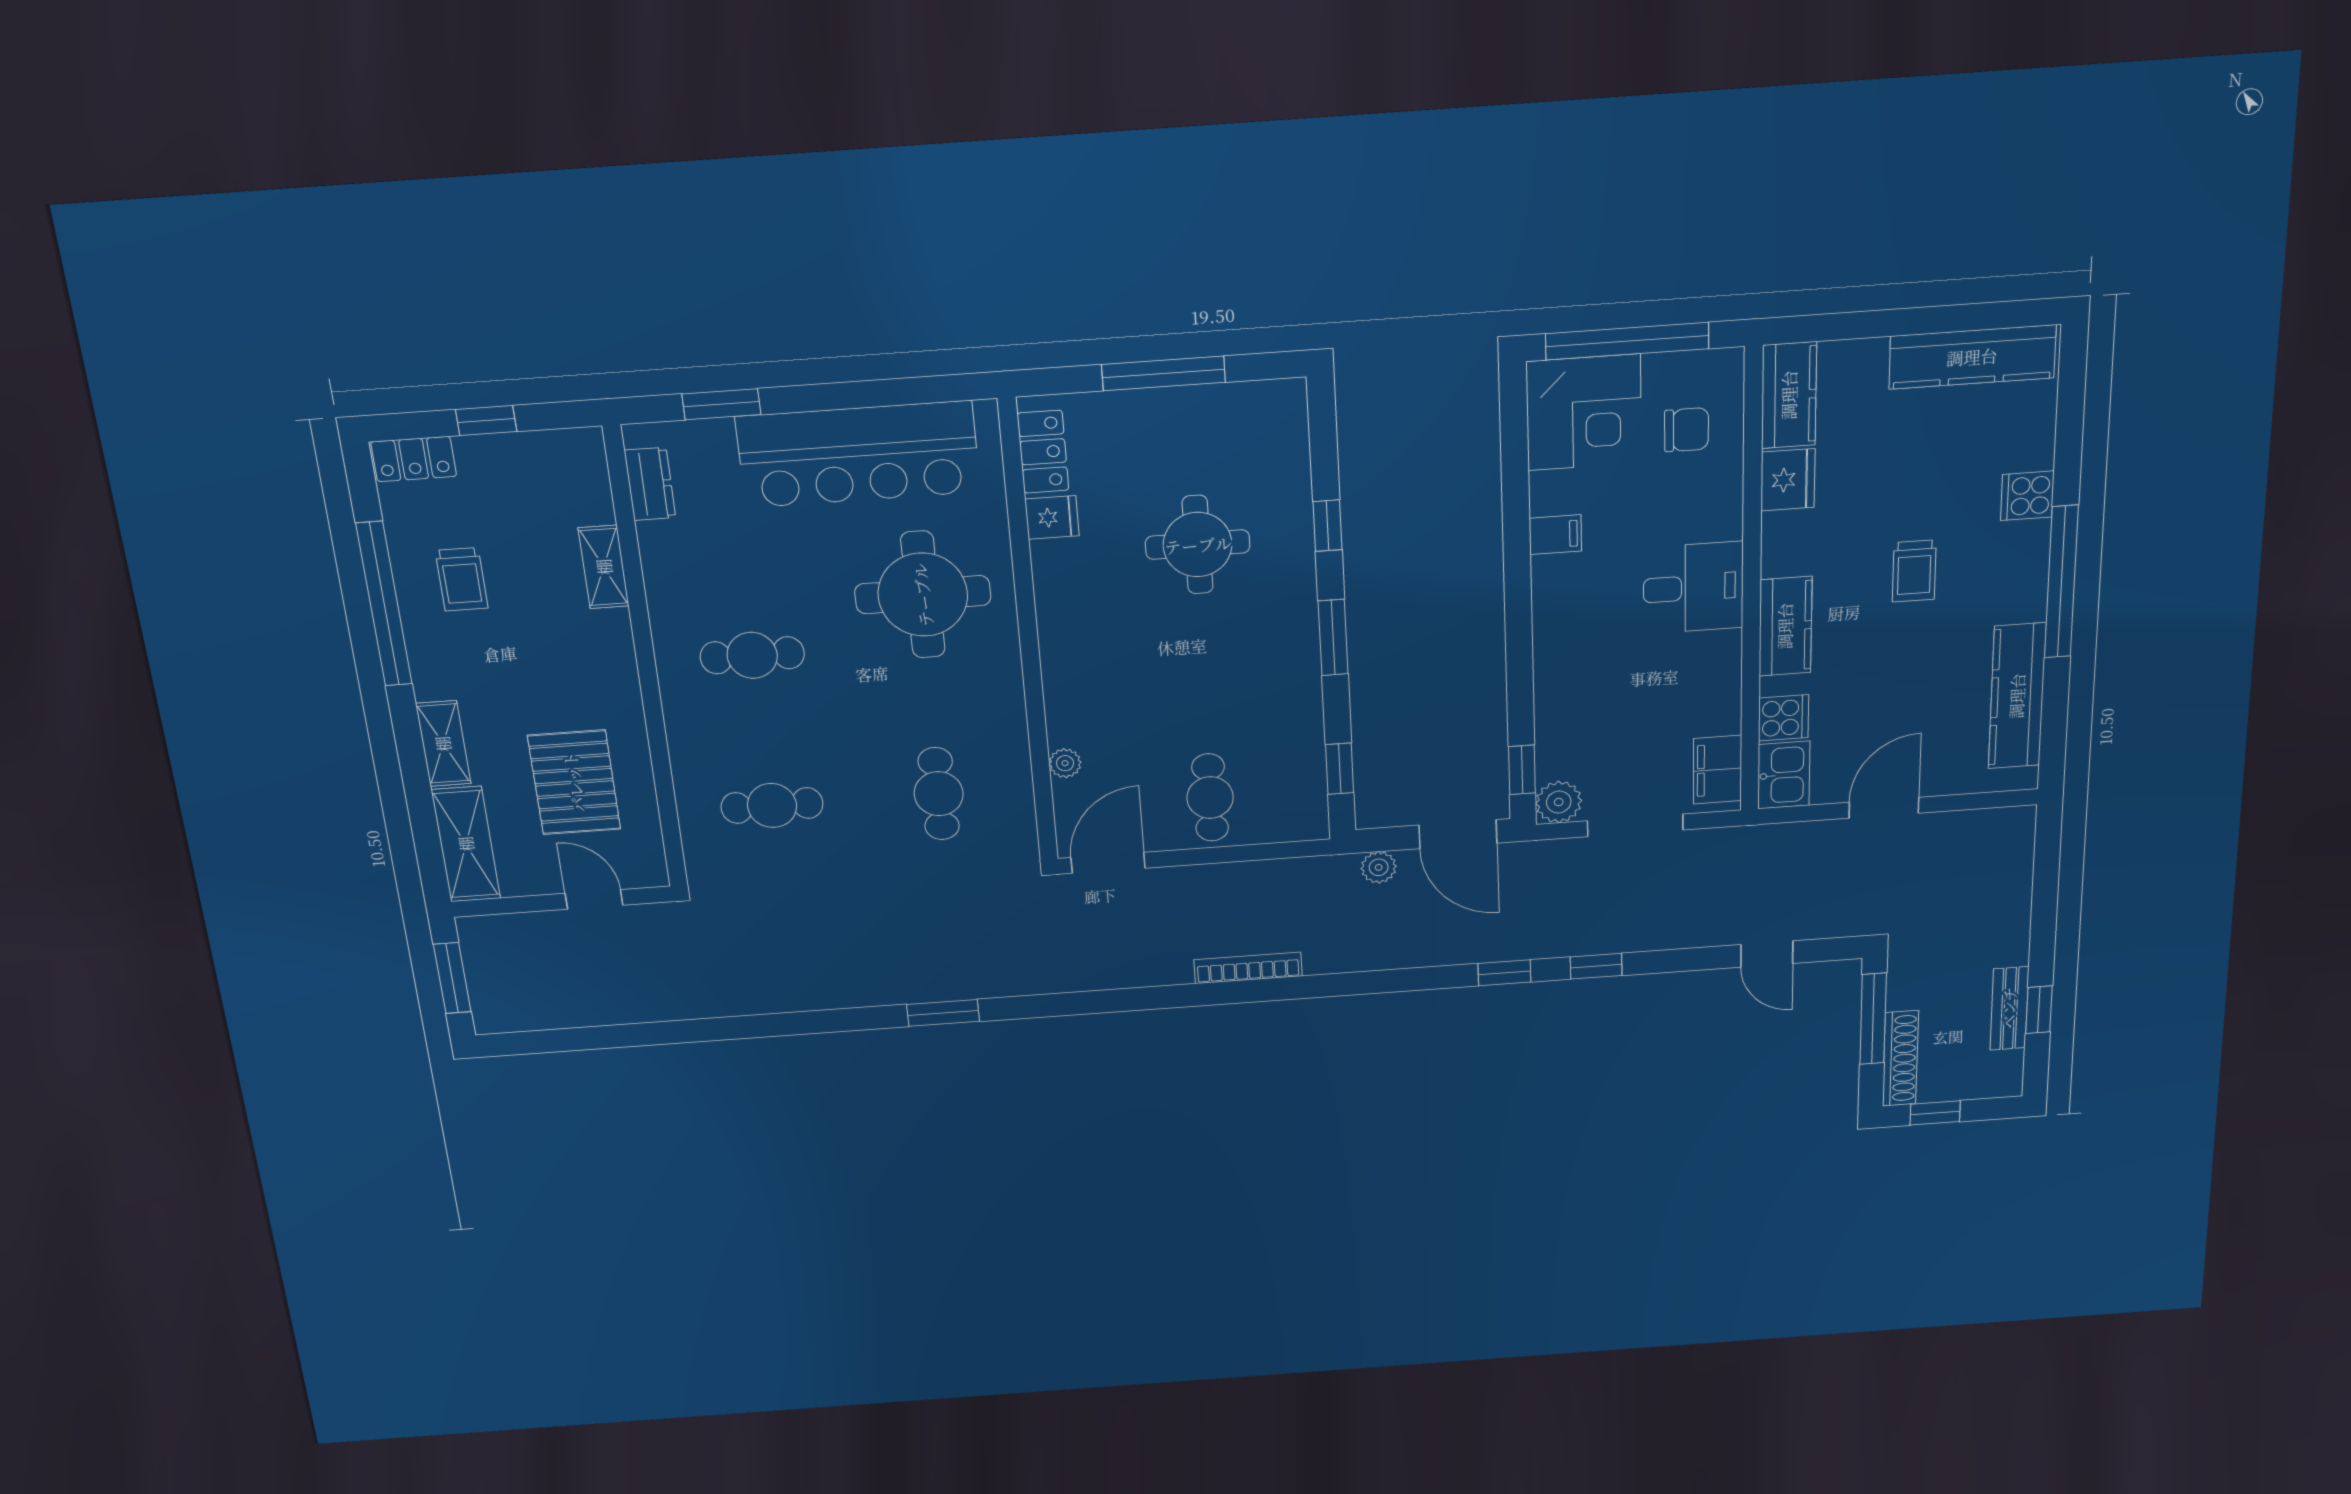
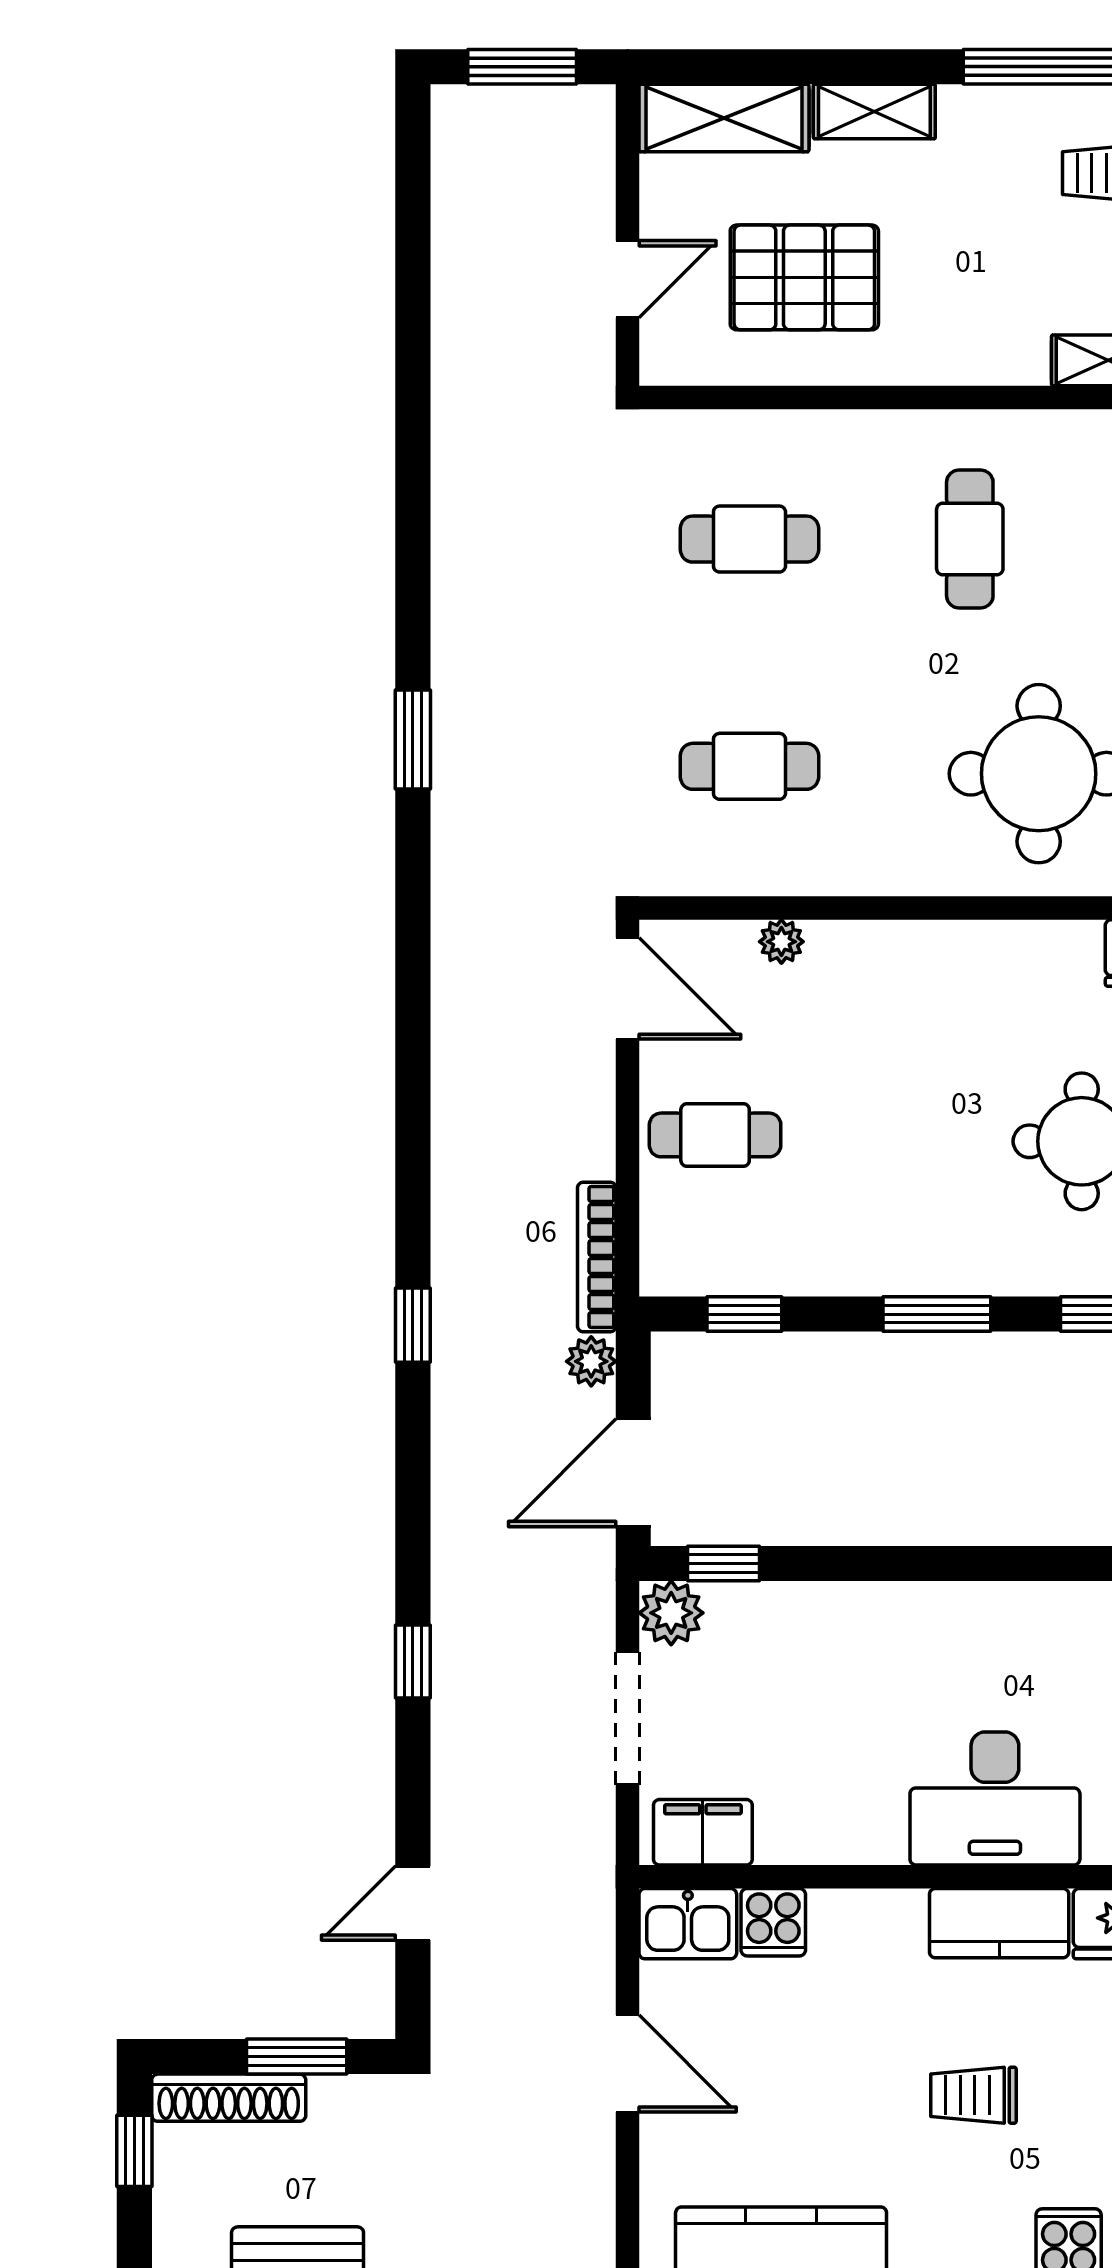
filing cabinet: (1555, 535) -> (1061, 1615), removed
desk: (1693, 588) -> (995, 1798), width x1.37
kitchen counter: (1785, 626) -> (999, 1923), moved
cafe table: (772, 805) -> (749, 539), turned 90
bookcase: (1248, 968) -> (597, 1257), moved, turned 180
window: (1504, 973) -> (413, 1325), moved
window: (1873, 1019) -> (297, 2057), width x0.69

